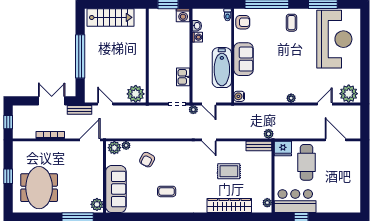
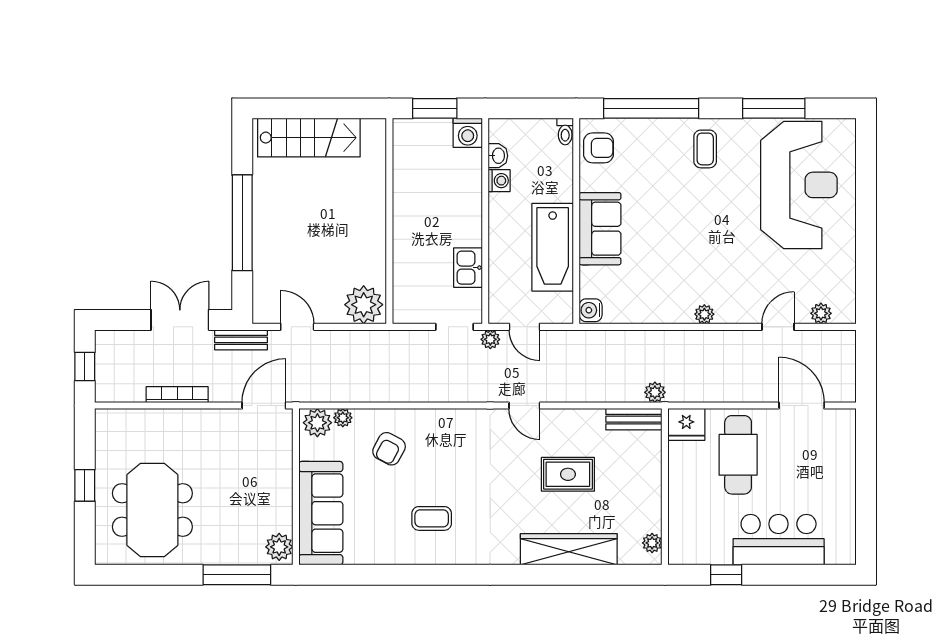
plant: (349, 94) -> (821, 313), width x0.53, depth x0.53
bar counter: (295, 201) -> (779, 540), moved

